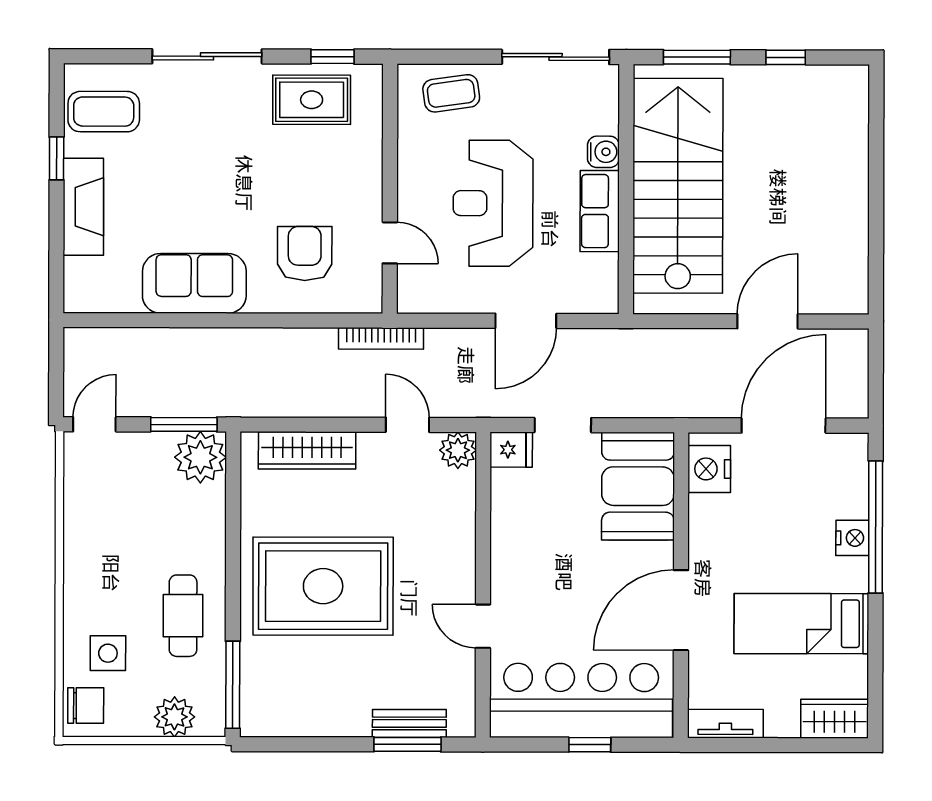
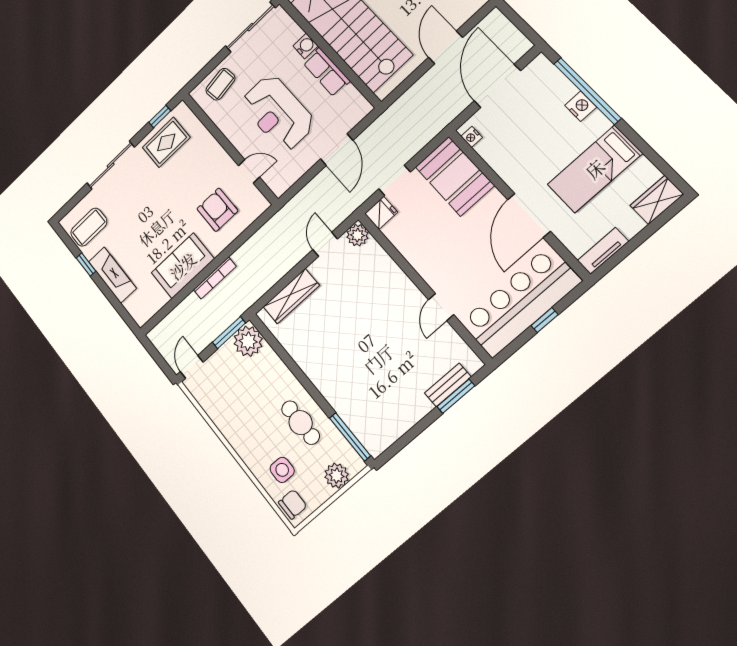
bookcase: (381, 338) -> (215, 278), moved
door: (407, 425) -> (325, 244), hinge flipped
nightstand: (709, 469) -> (472, 137), width x0.53, depth x0.56
rug: (323, 586) -> (351, 353), removed
door: (483, 626) -> (441, 307), hinge flipped

